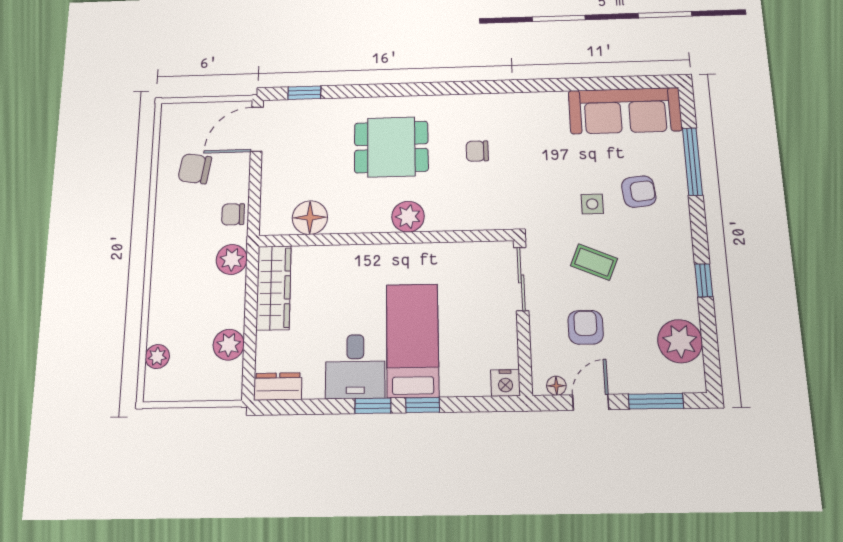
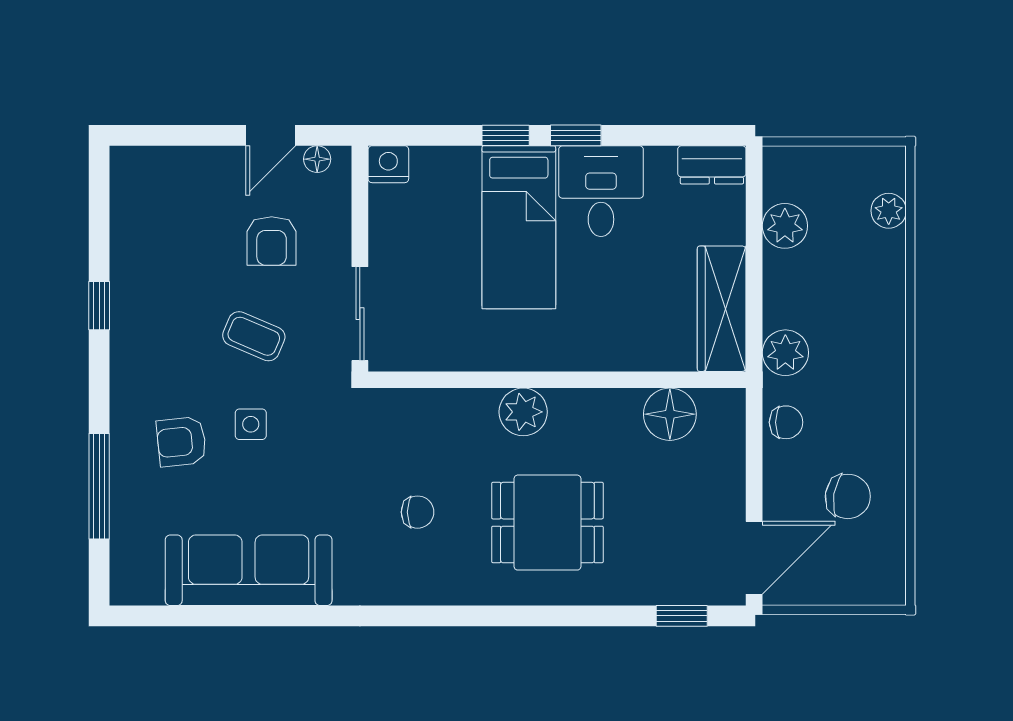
sofa: (625, 111) -> (249, 570), moved
plant: (680, 341) -> (140, 219), removed
window: (656, 401) -> (181, 135), removed

